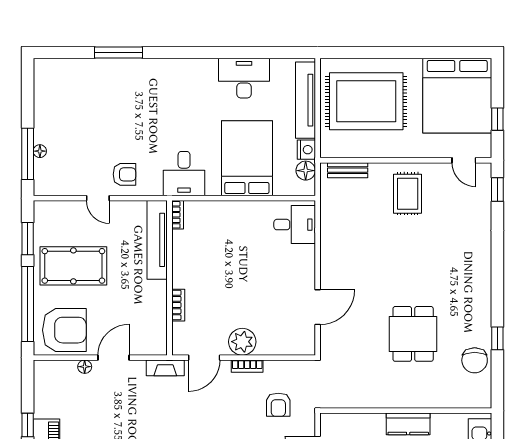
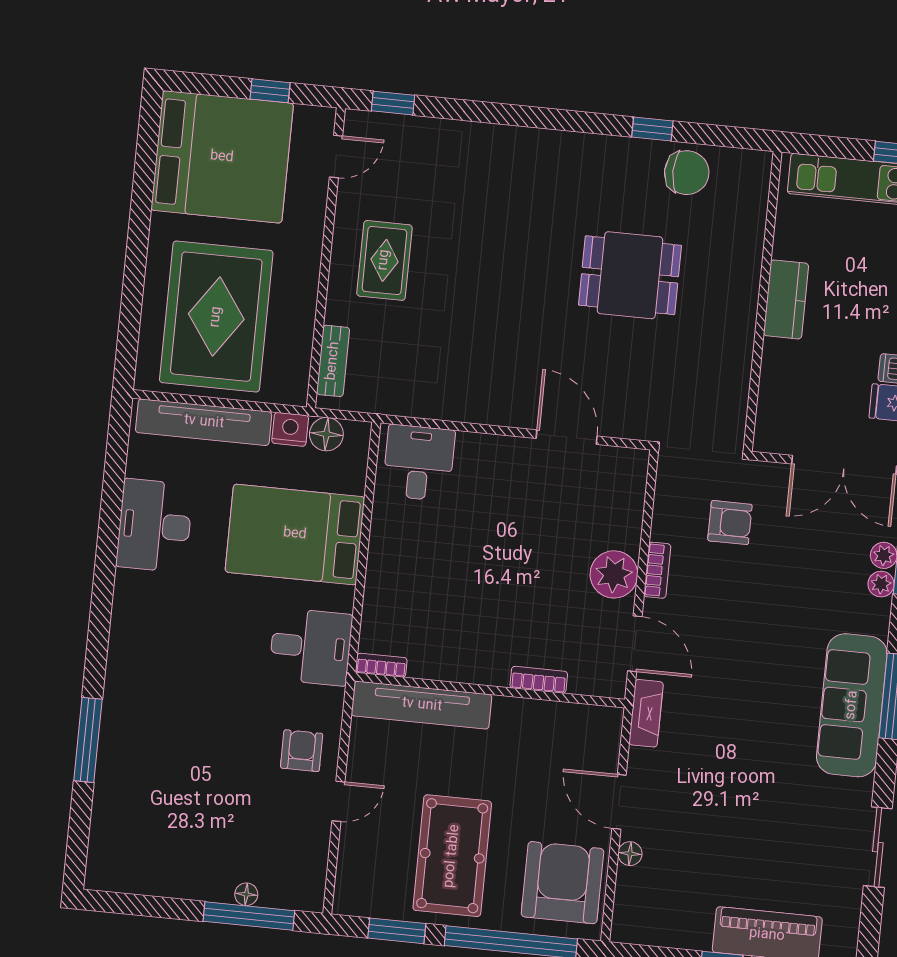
rug: (408, 194) -> (384, 260), turned 90

